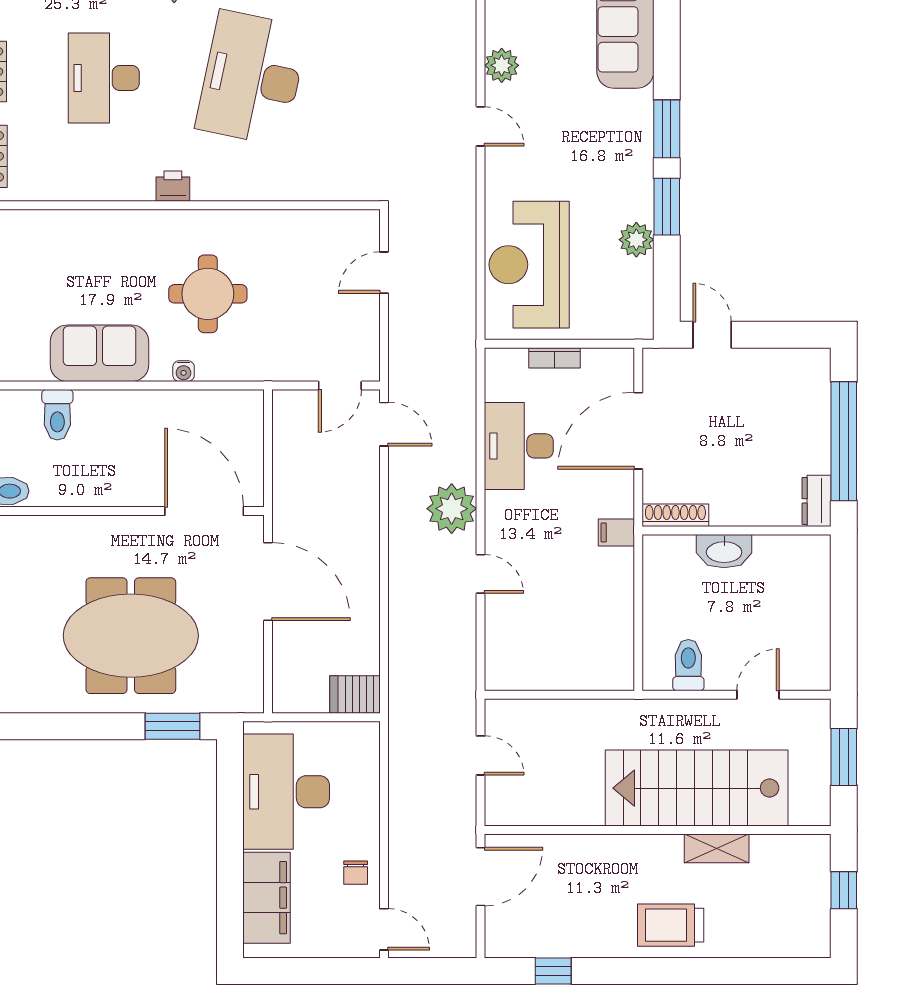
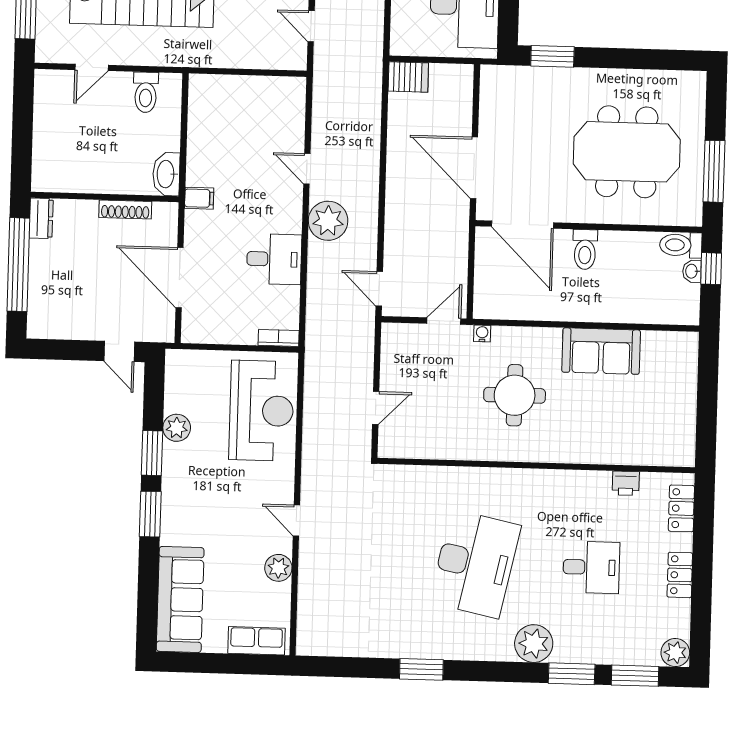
desk: (104, 78) -> (591, 567), width x0.73
printer: (173, 186) -> (626, 483), moved
bookcase: (554, 358) -> (279, 338), moved
water cooler: (184, 371) -> (482, 334), moved
door: (340, 386) -> (444, 321), moved
toilet: (57, 415) -> (585, 249), moved, turned 180
door: (638, 431) -> (180, 278), swing flipped
desk: (519, 446) -> (274, 259), width x0.73
shoe rack: (675, 515) -> (125, 210), moved
washbasin: (724, 551) -> (166, 174), moved, turned -90
meeting table: (131, 636) -> (627, 152), moved

